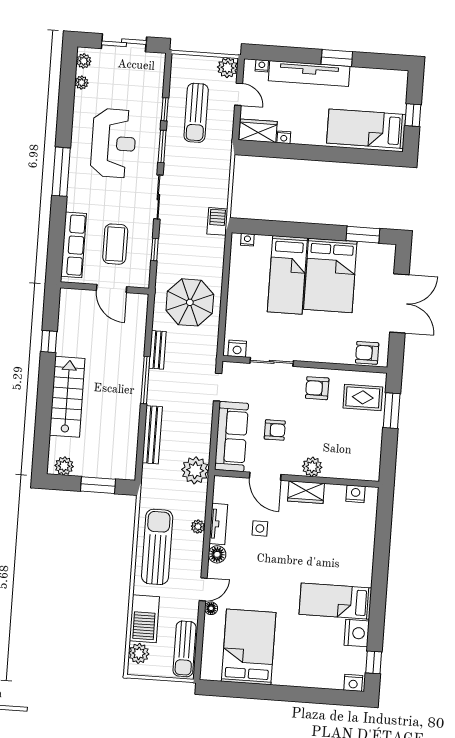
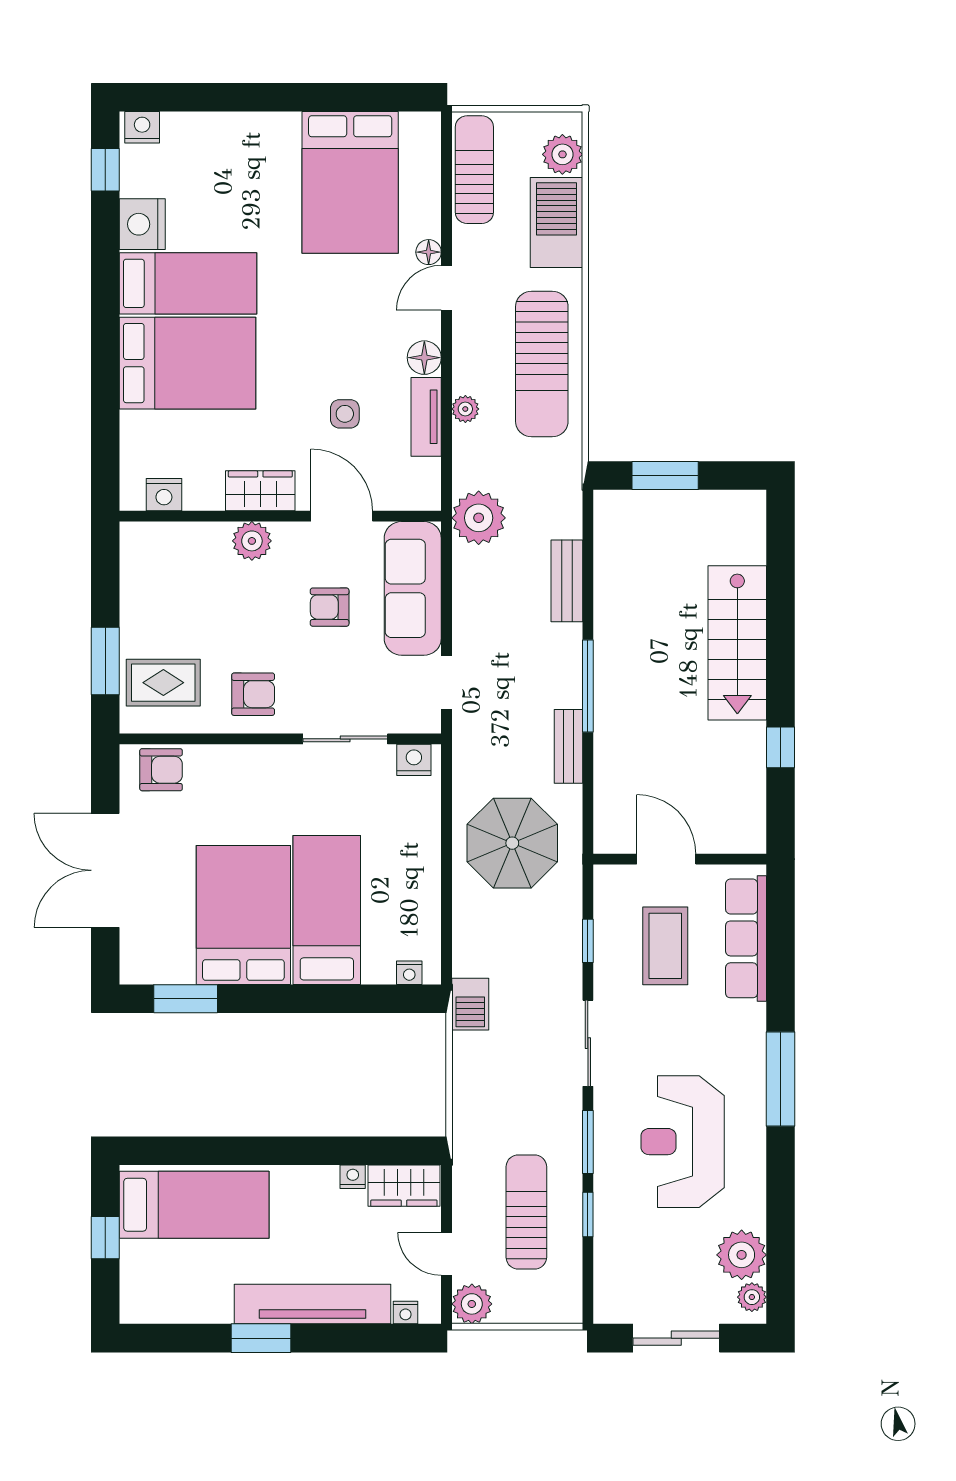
plant: (82, 83) -> (742, 1255), width x1.87, depth x1.87
bench: (152, 435) -> (567, 581), width x0.73
plant: (64, 466) -> (733, 508), removed
bed: (339, 560) -> (188, 363), added

